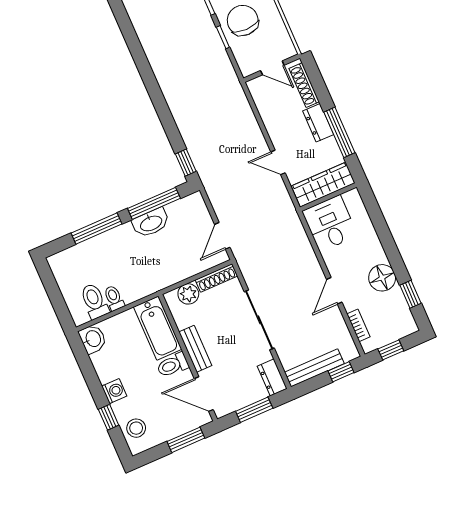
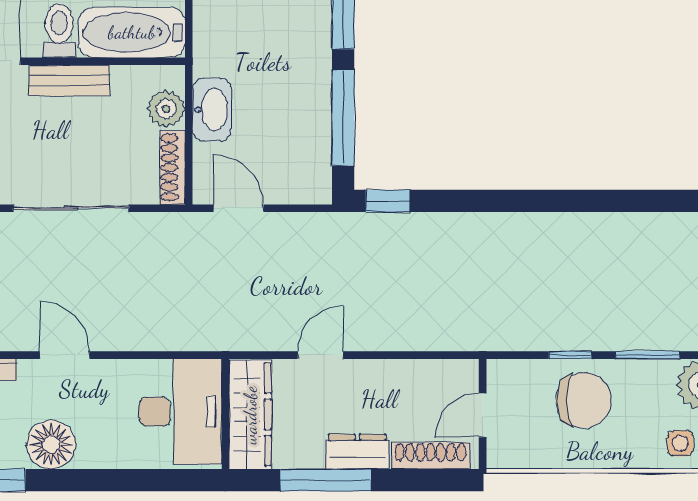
washbasin: (151, 223) -> (212, 110), moved, turned 180
desk: (330, 223) -> (180, 412), width x1.37

